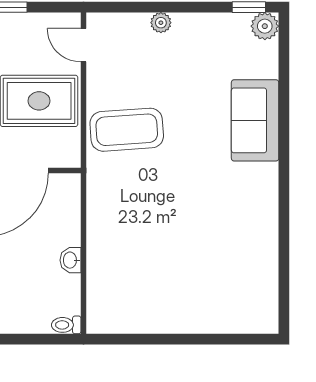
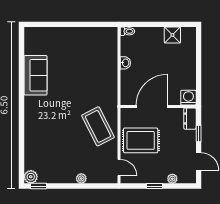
sofa: (255, 120) -> (36, 75), moved
coffee table: (127, 130) -> (98, 126), turned 67

